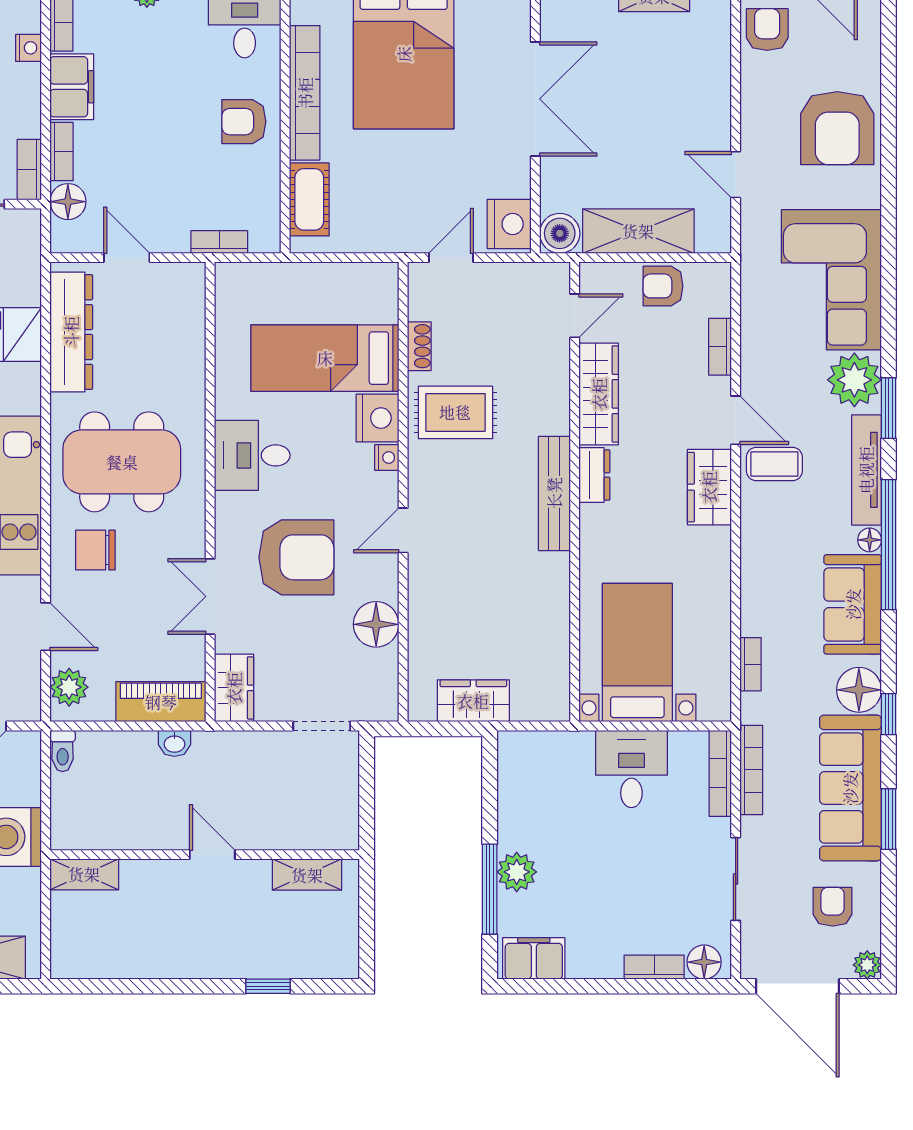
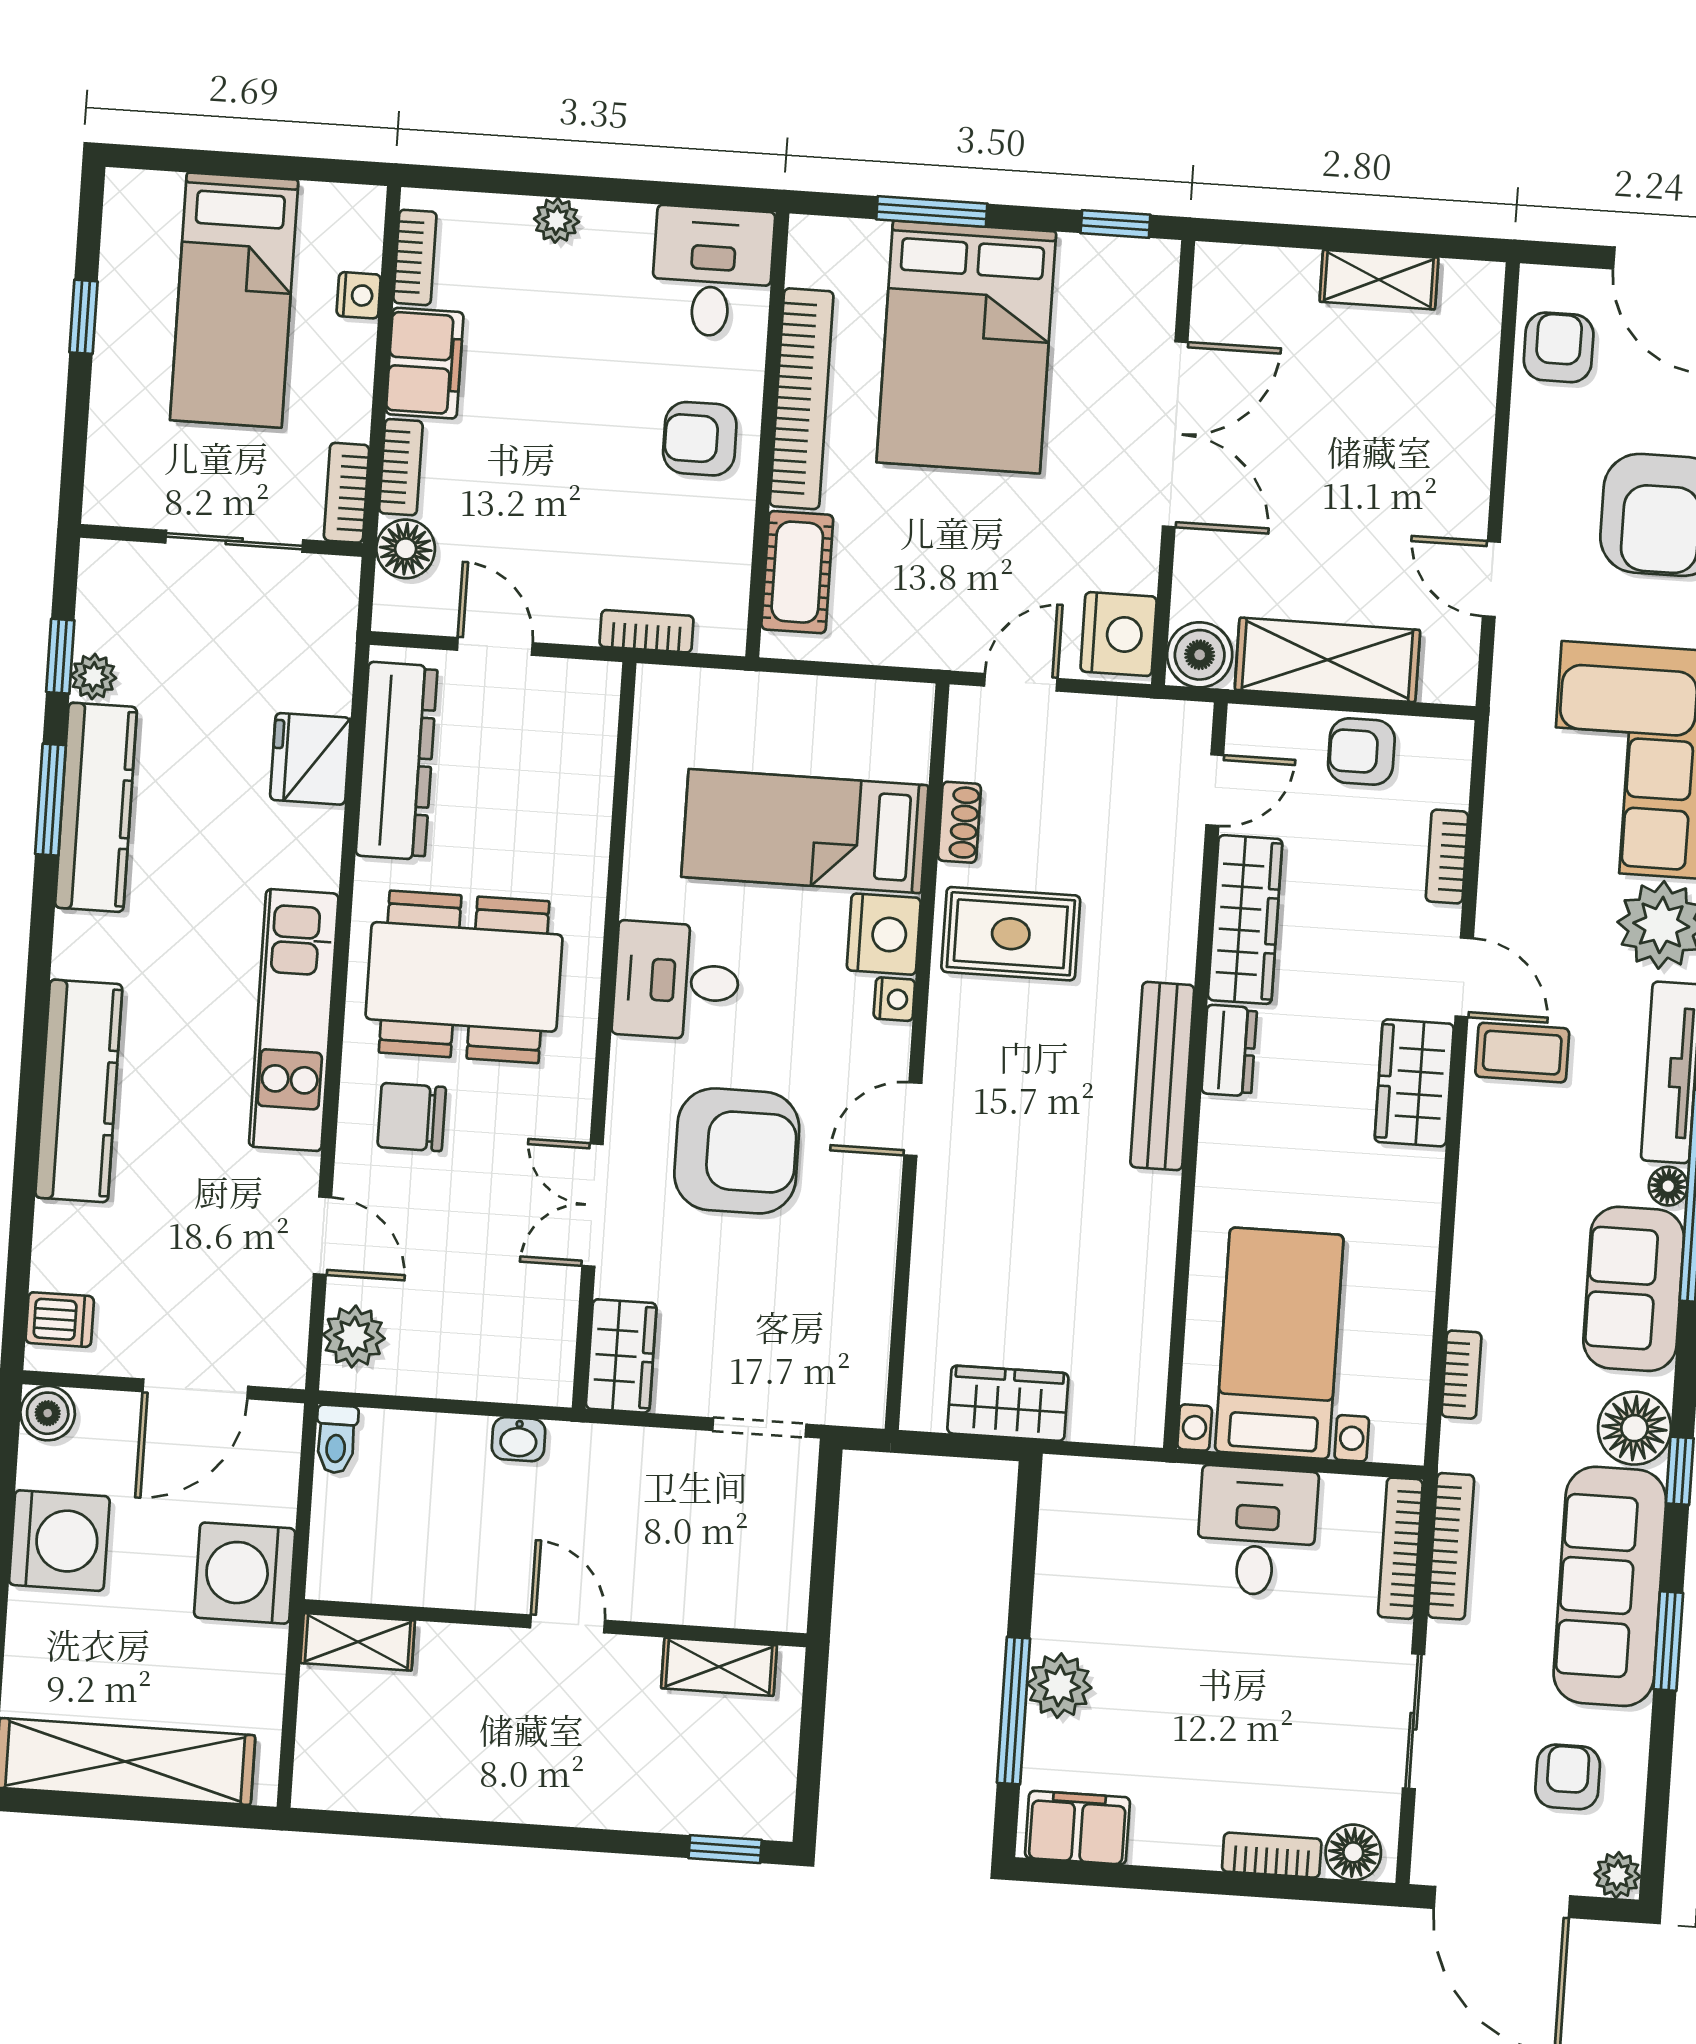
floor lamp: (376, 624) -> (859, 1269), removed
piano: (161, 702) -> (501, 1370), removed
window: (268, 986) -> (725, 1849), moved

